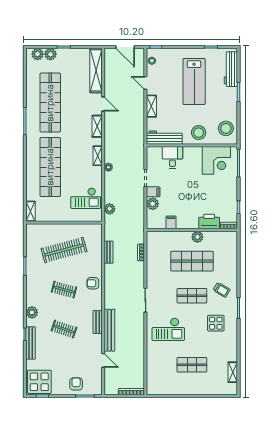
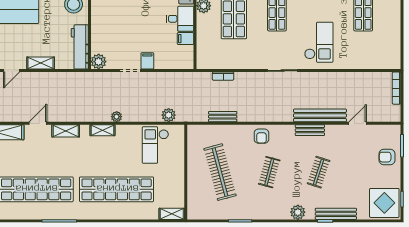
desk: (172, 157) -> (180, 19), moved, turned 180
checkout: (86, 198) -> (155, 145), turned 180
plant: (153, 204) -> (99, 62), moved

